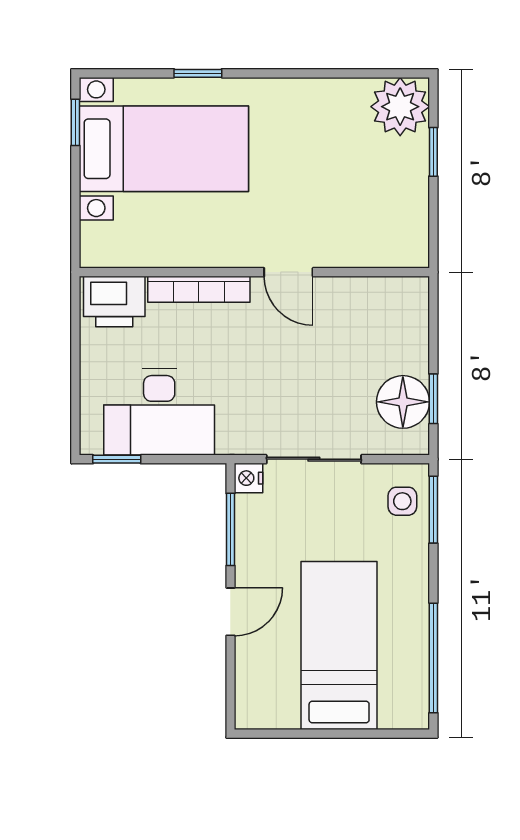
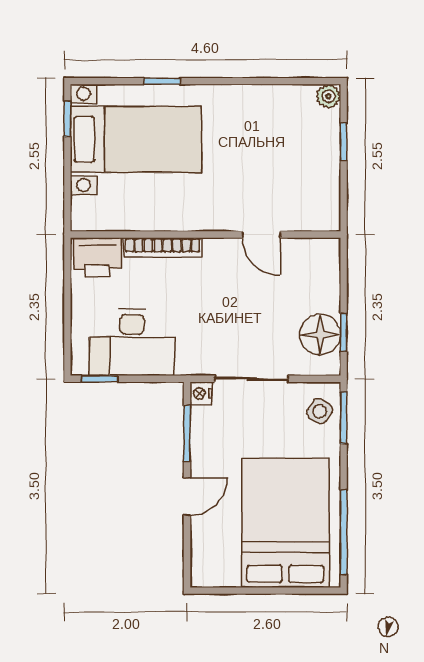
plant: (400, 107) -> (328, 96), width x0.53, depth x0.53
door: (288, 272) -> (261, 235), moved
side table: (402, 501) -> (320, 411), turned 34
bed: (339, 646) -> (285, 523), width x1.50

